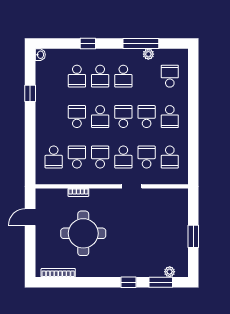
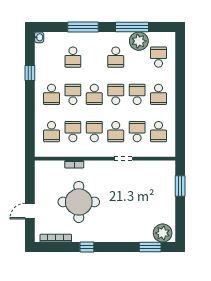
window: (88, 44) -> (83, 27), width x2.17
plant: (148, 54) -> (139, 41), width x1.88, depth x1.88
school desk: (100, 76) -> (52, 94), moved
door: (30, 217) -> (30, 211), moved
window: (193, 236) -> (180, 186), moved
plant: (170, 272) -> (163, 233), width x1.87, depth x1.87
window: (129, 282) -> (87, 247), moved

